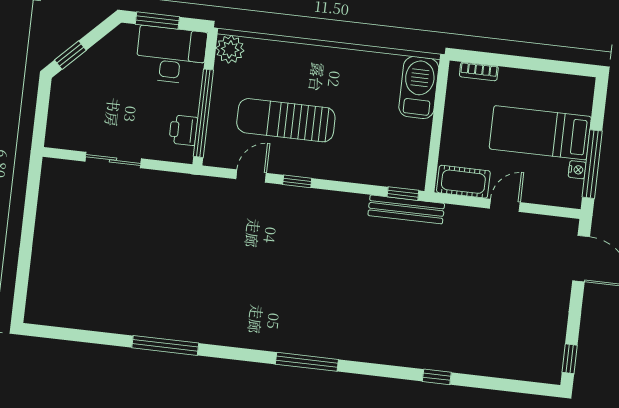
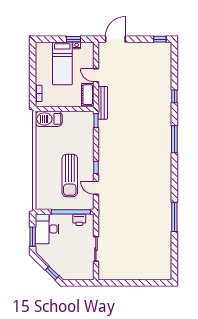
plant: (230, 49) -> (42, 203), removed
window: (592, 164) -> (73, 39), width x0.46
bench: (406, 209) -> (103, 103), moved
window: (307, 362) -> (174, 139), moved

